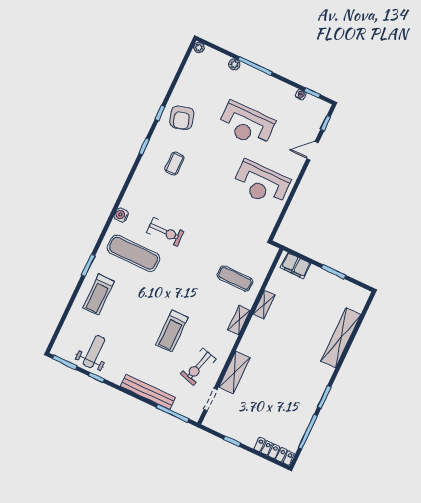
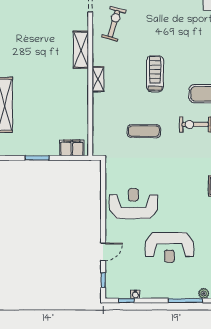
reception desk: (246, 125) -> (169, 247), turned 180
exercise mat: (235, 278) -> (144, 131), moved
shelving: (264, 305) -> (83, 102), removed
treadmill: (172, 331) -> (155, 74), moved
shelving: (234, 372) -> (81, 50), moved

